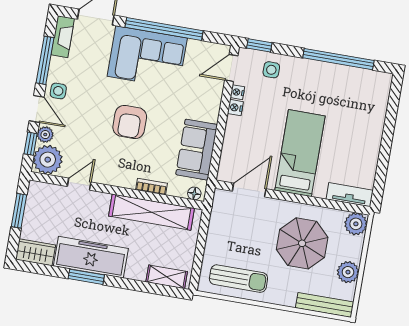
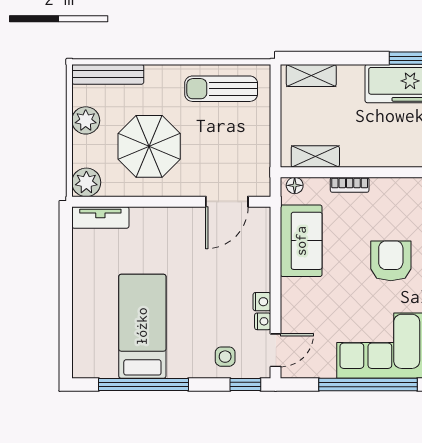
bed: (300, 153) -> (142, 326), moved, turned 180
shelving: (152, 212) -> (315, 157), width x0.45, depth x0.75

